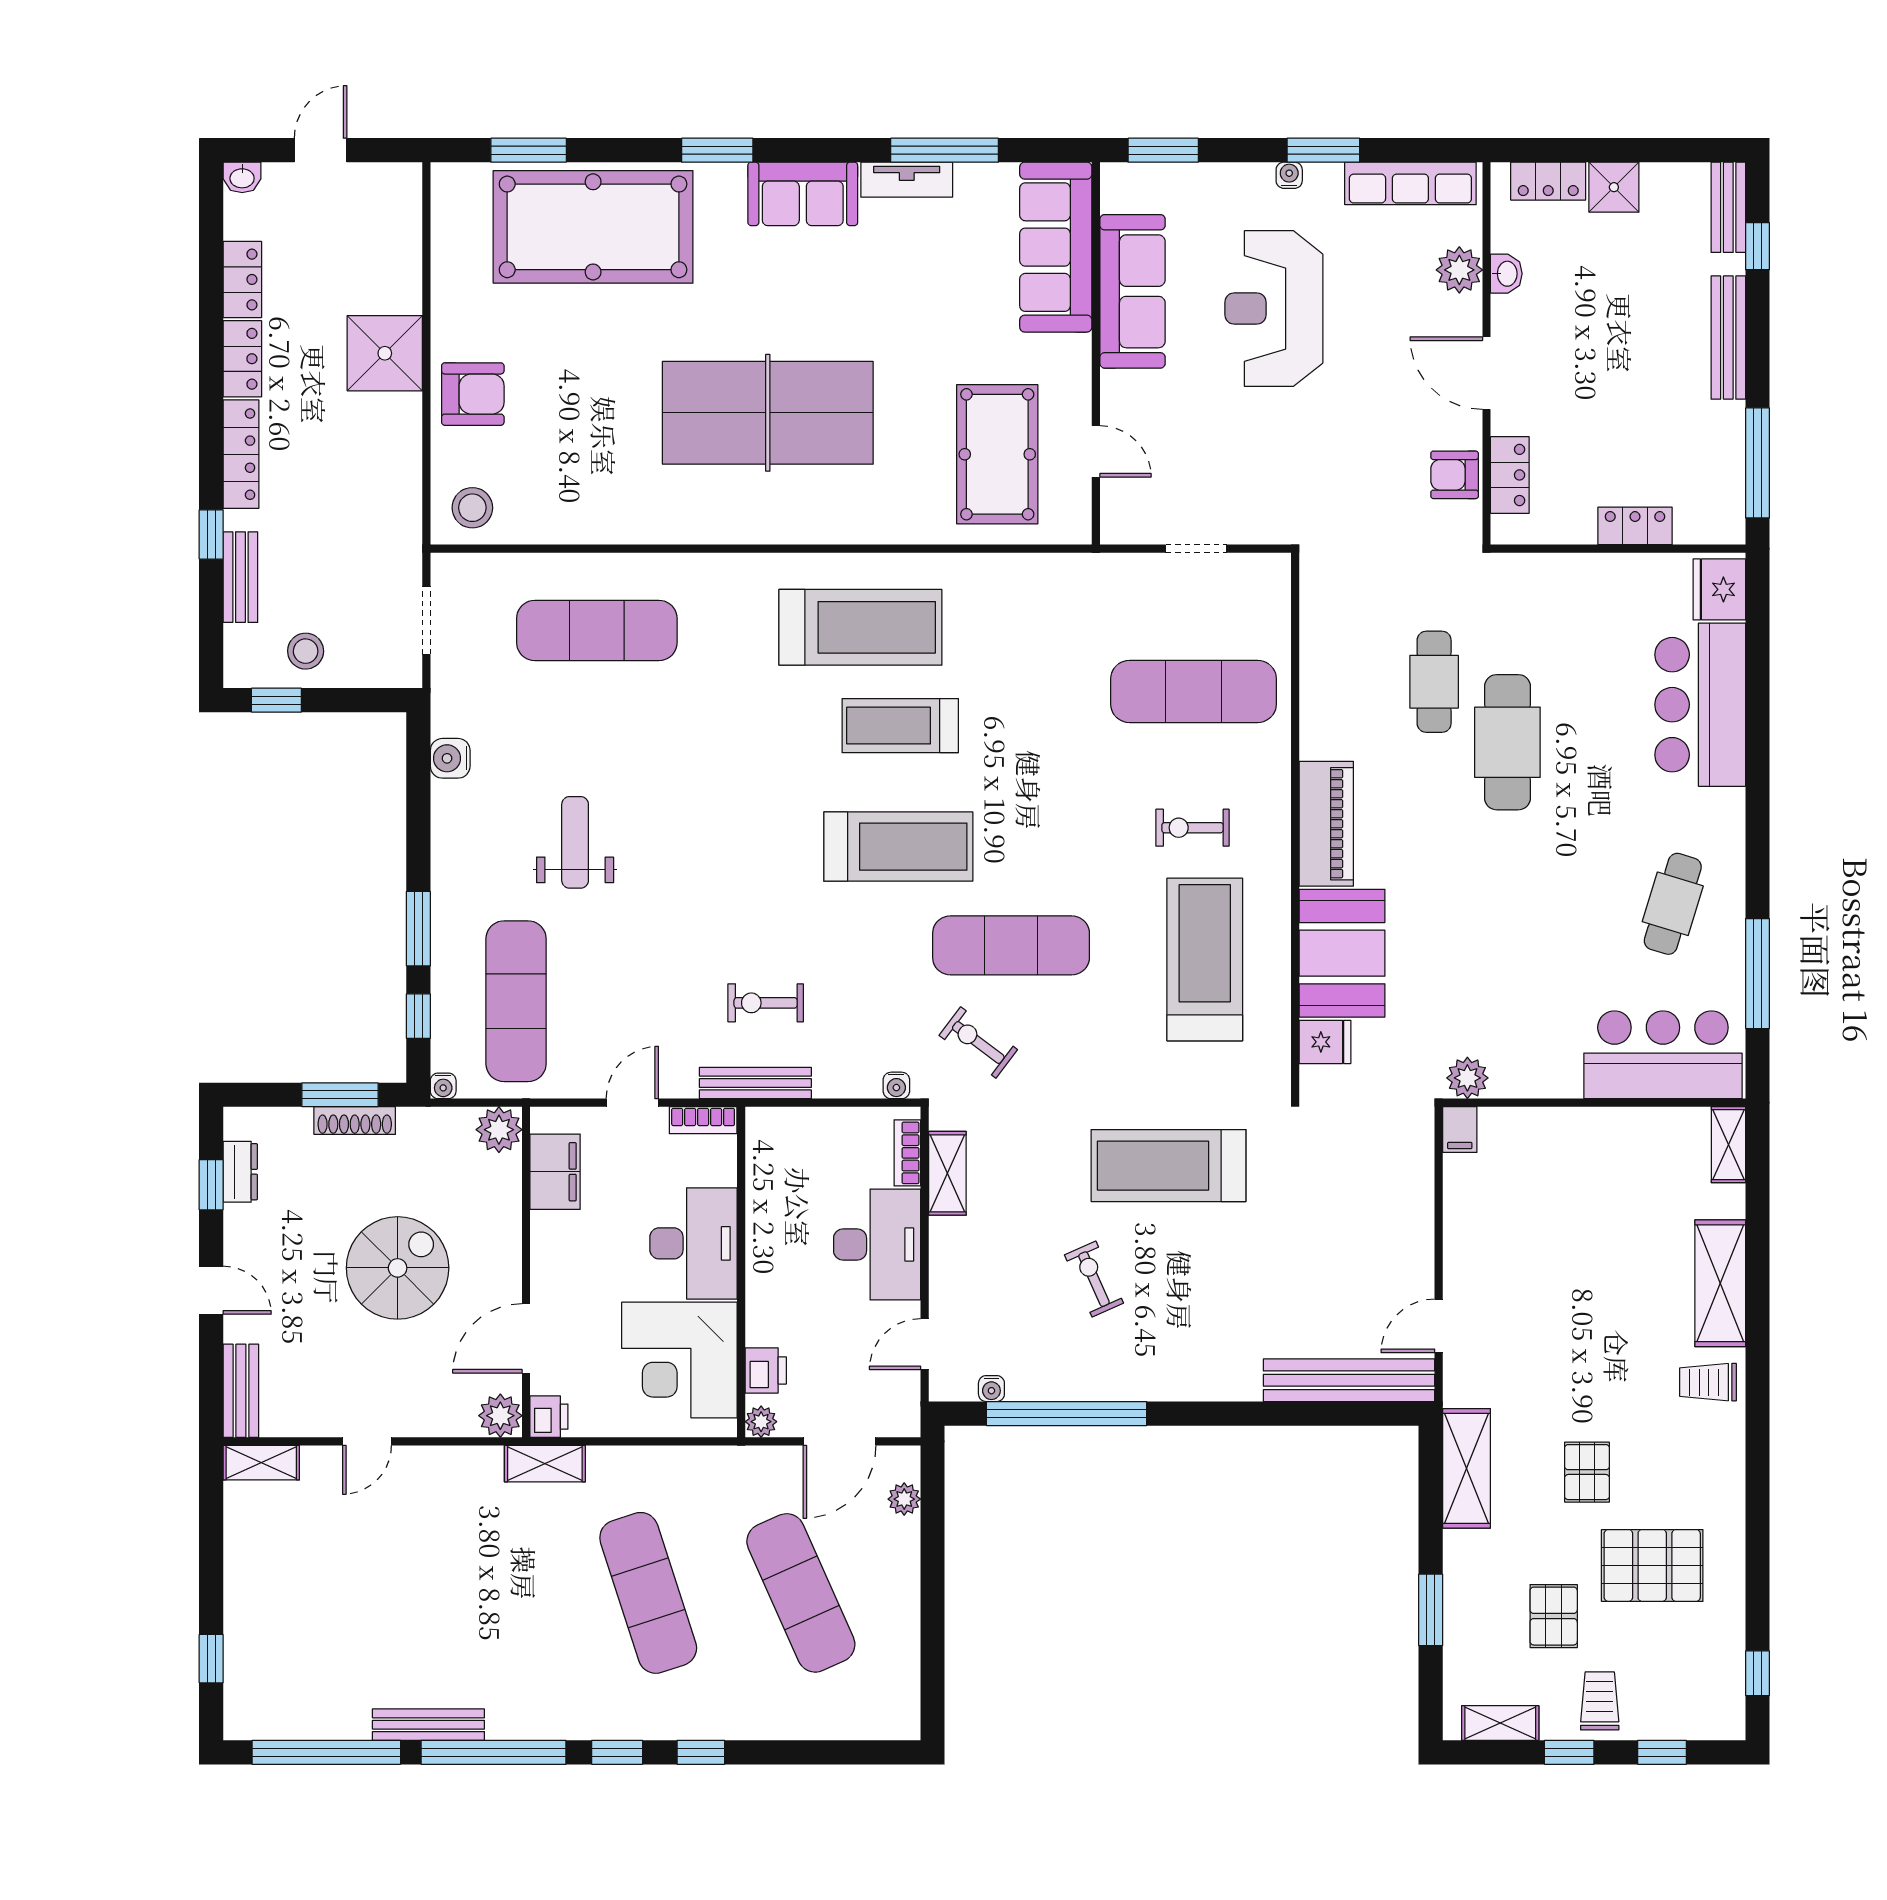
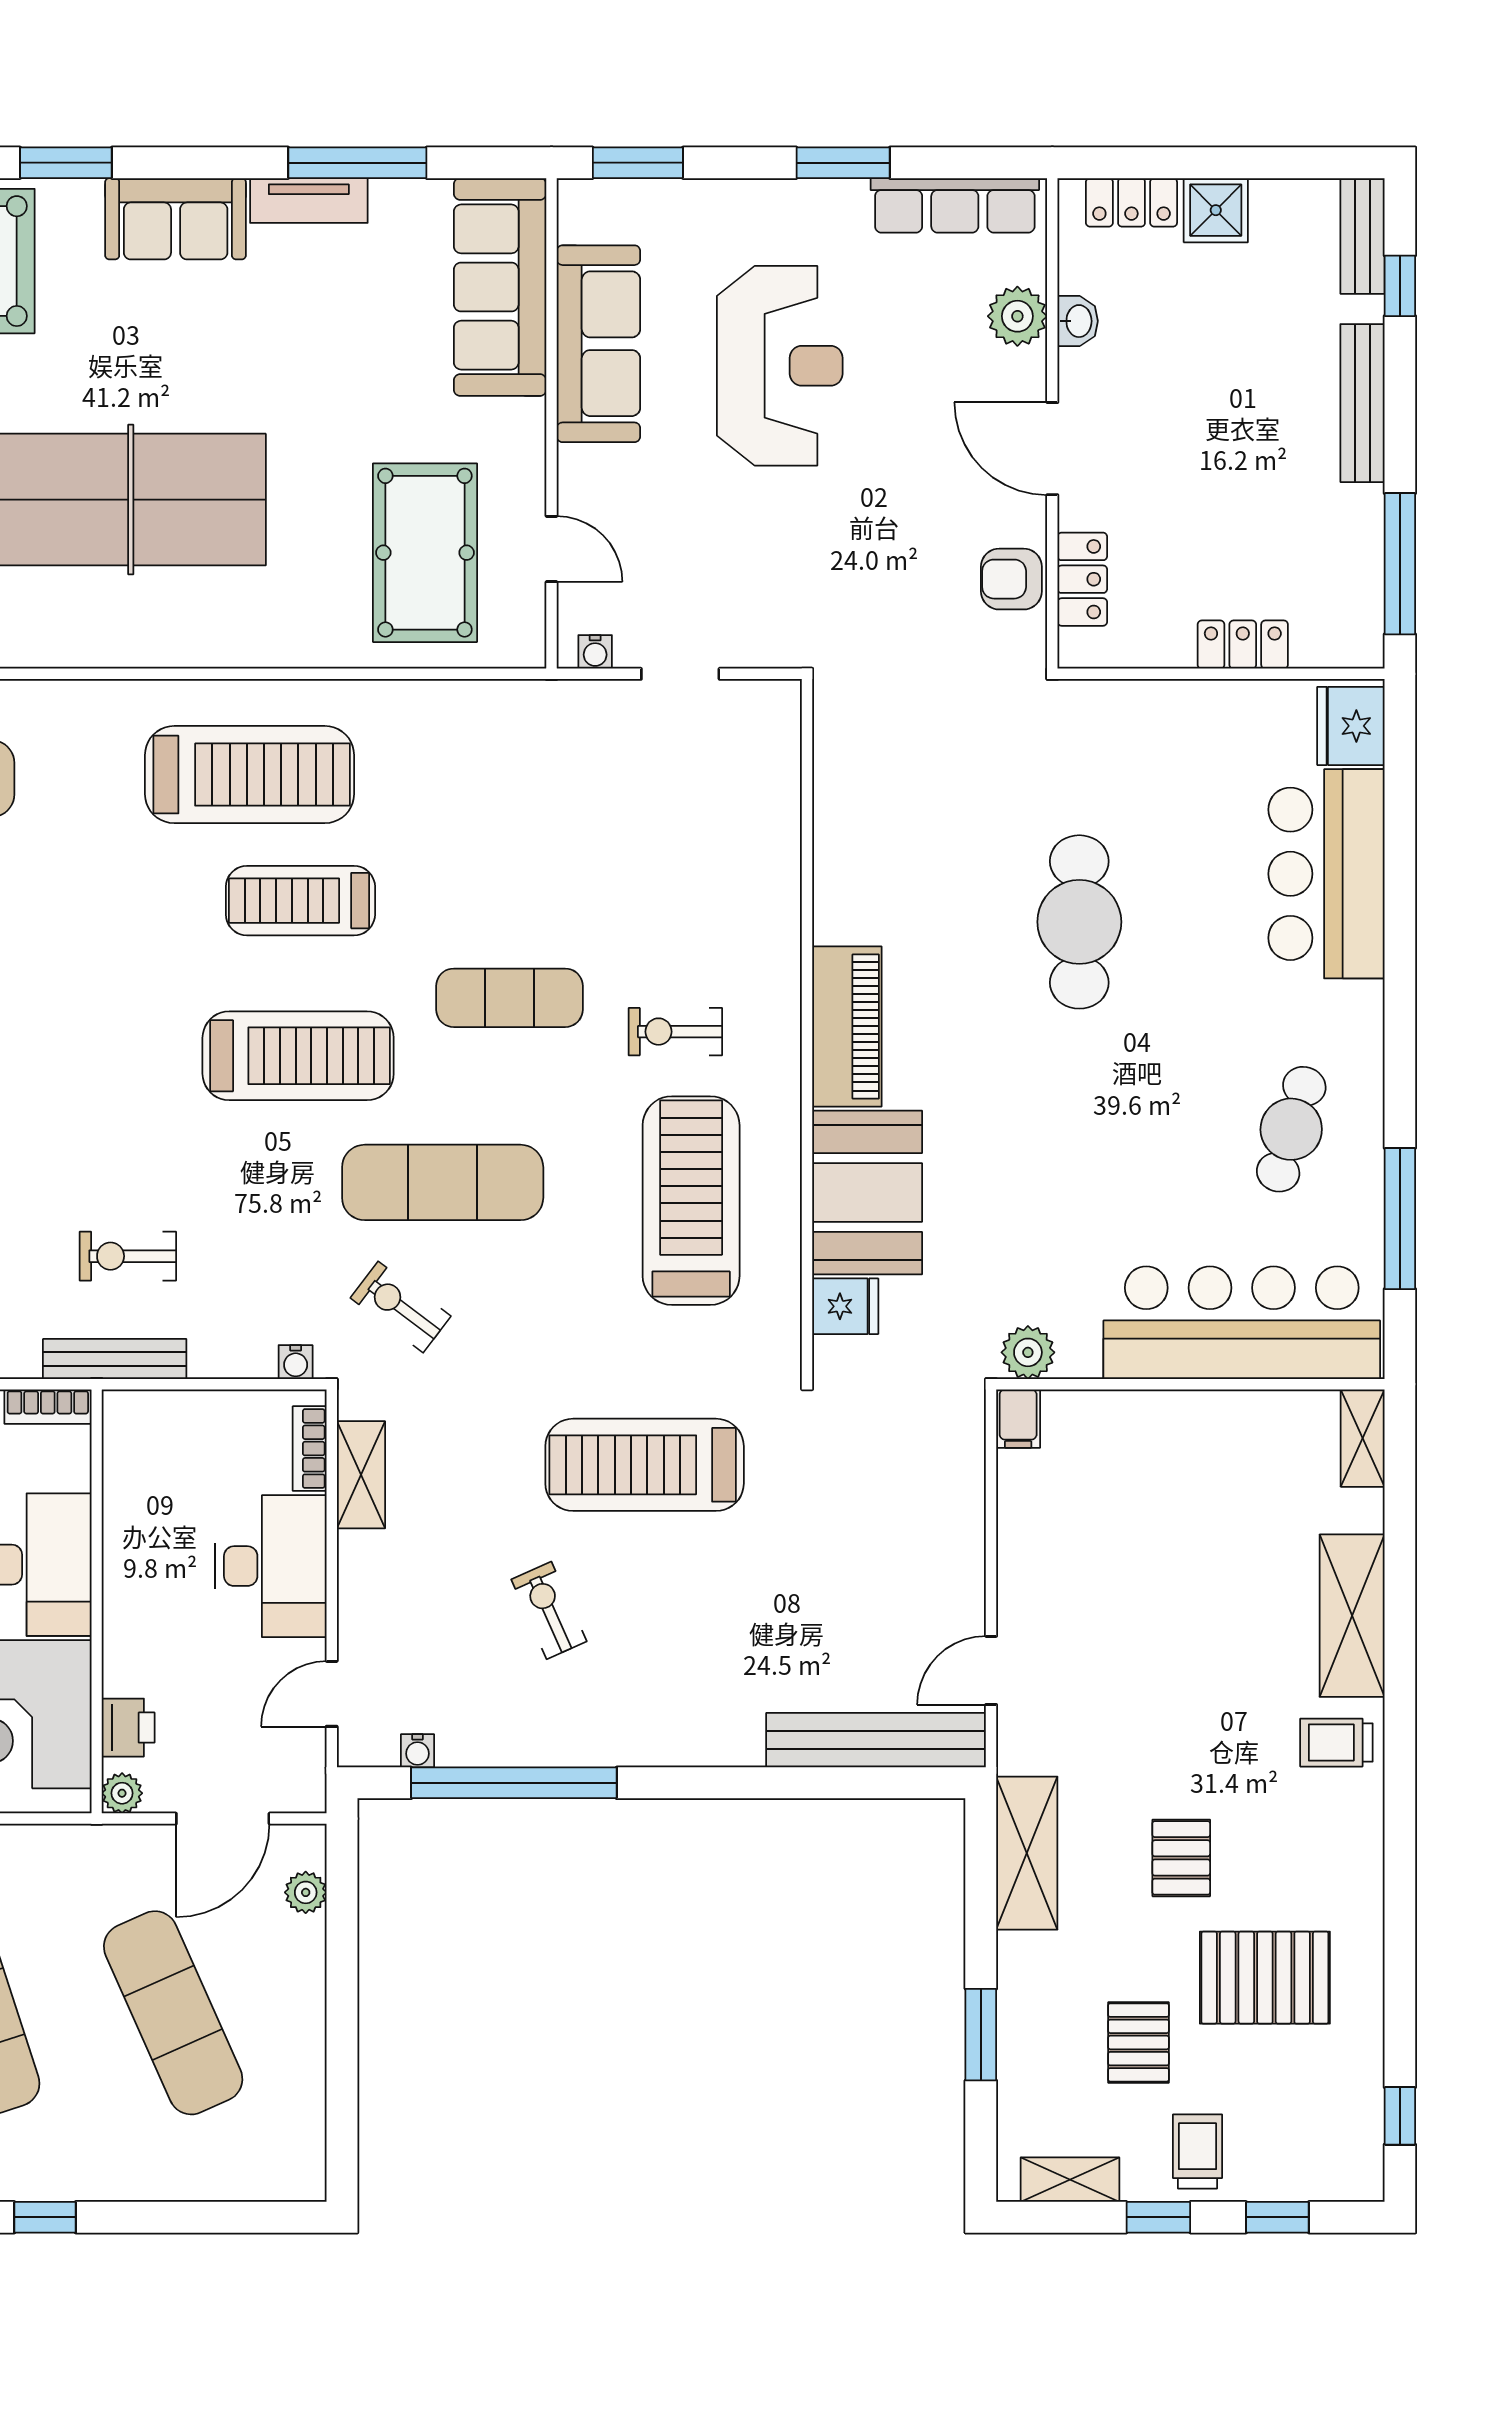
water cooler: (1289, 175) -> (595, 652), moved, turned 180
reception desk: (1274, 309) -> (780, 366), turned 180
cafe table: (1434, 682) -> (985, 844), removed
exercise mat: (1194, 691) -> (509, 998), moved, width x0.73, depth x0.69
bar counter: (1663, 1055) -> (1242, 1323), width x1.36

